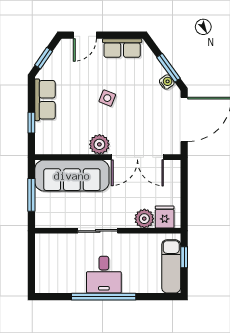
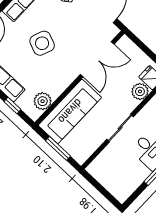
side table: (107, 98) -> (42, 43), width x1.87, depth x1.87
plant: (99, 144) -> (43, 101), moved

